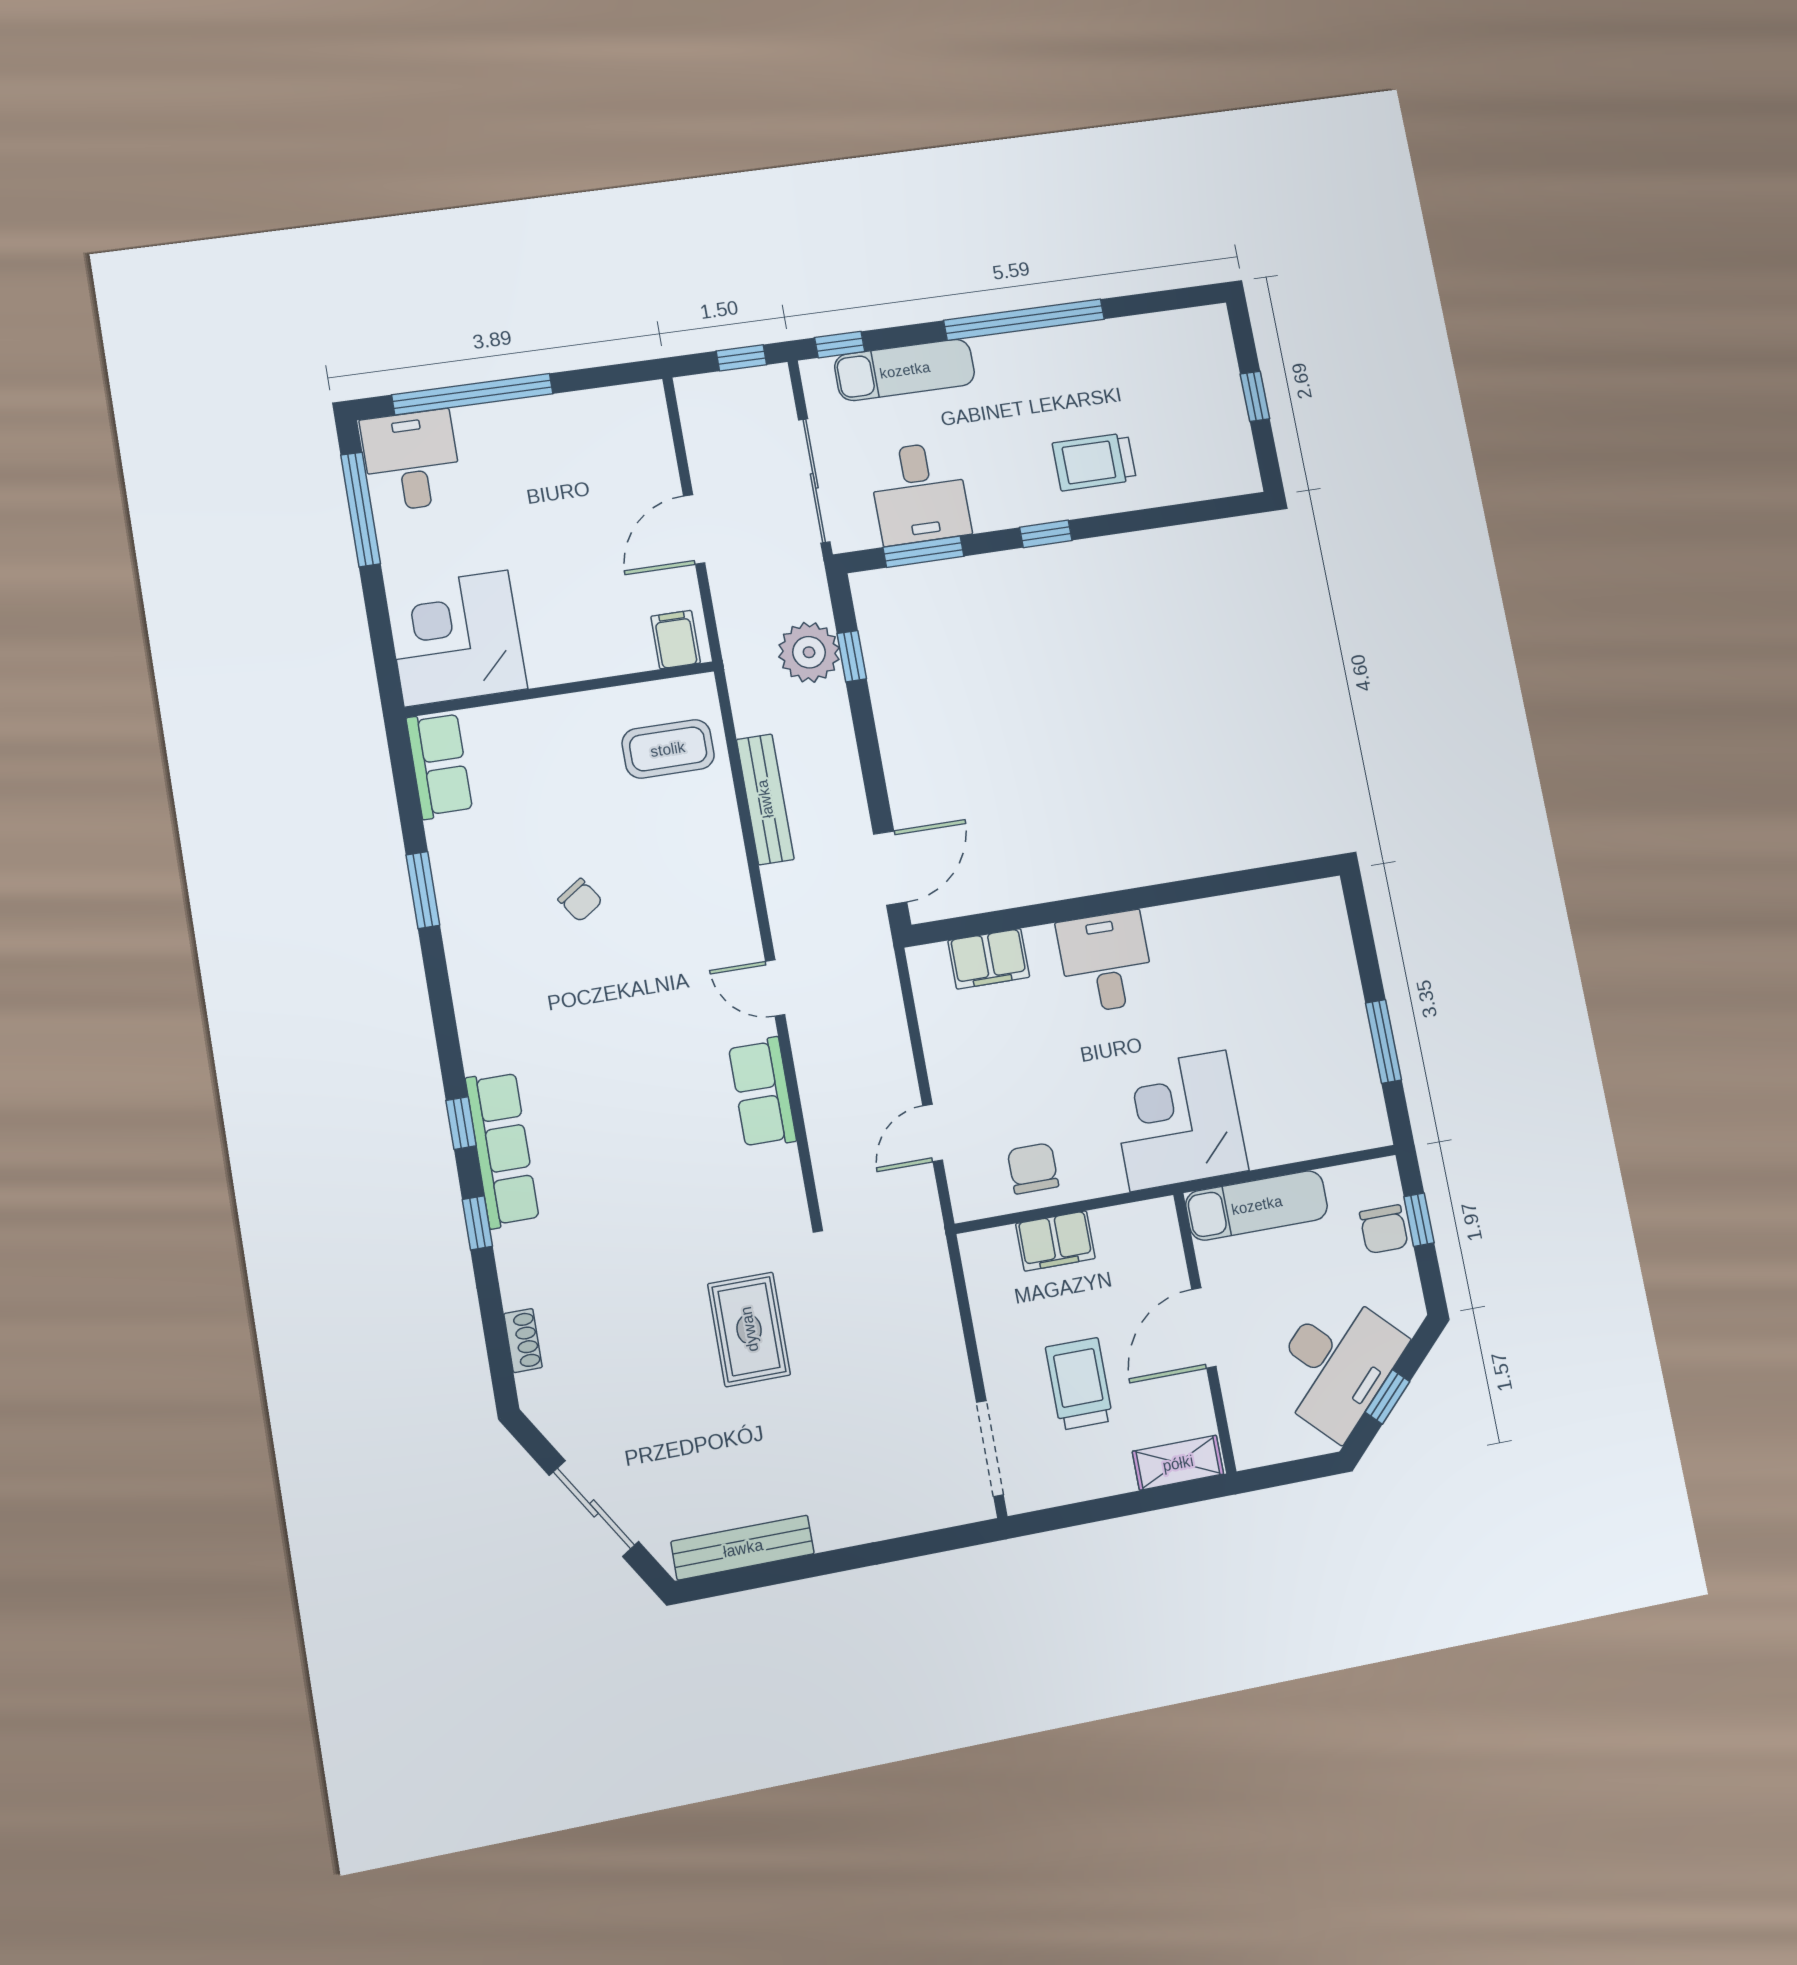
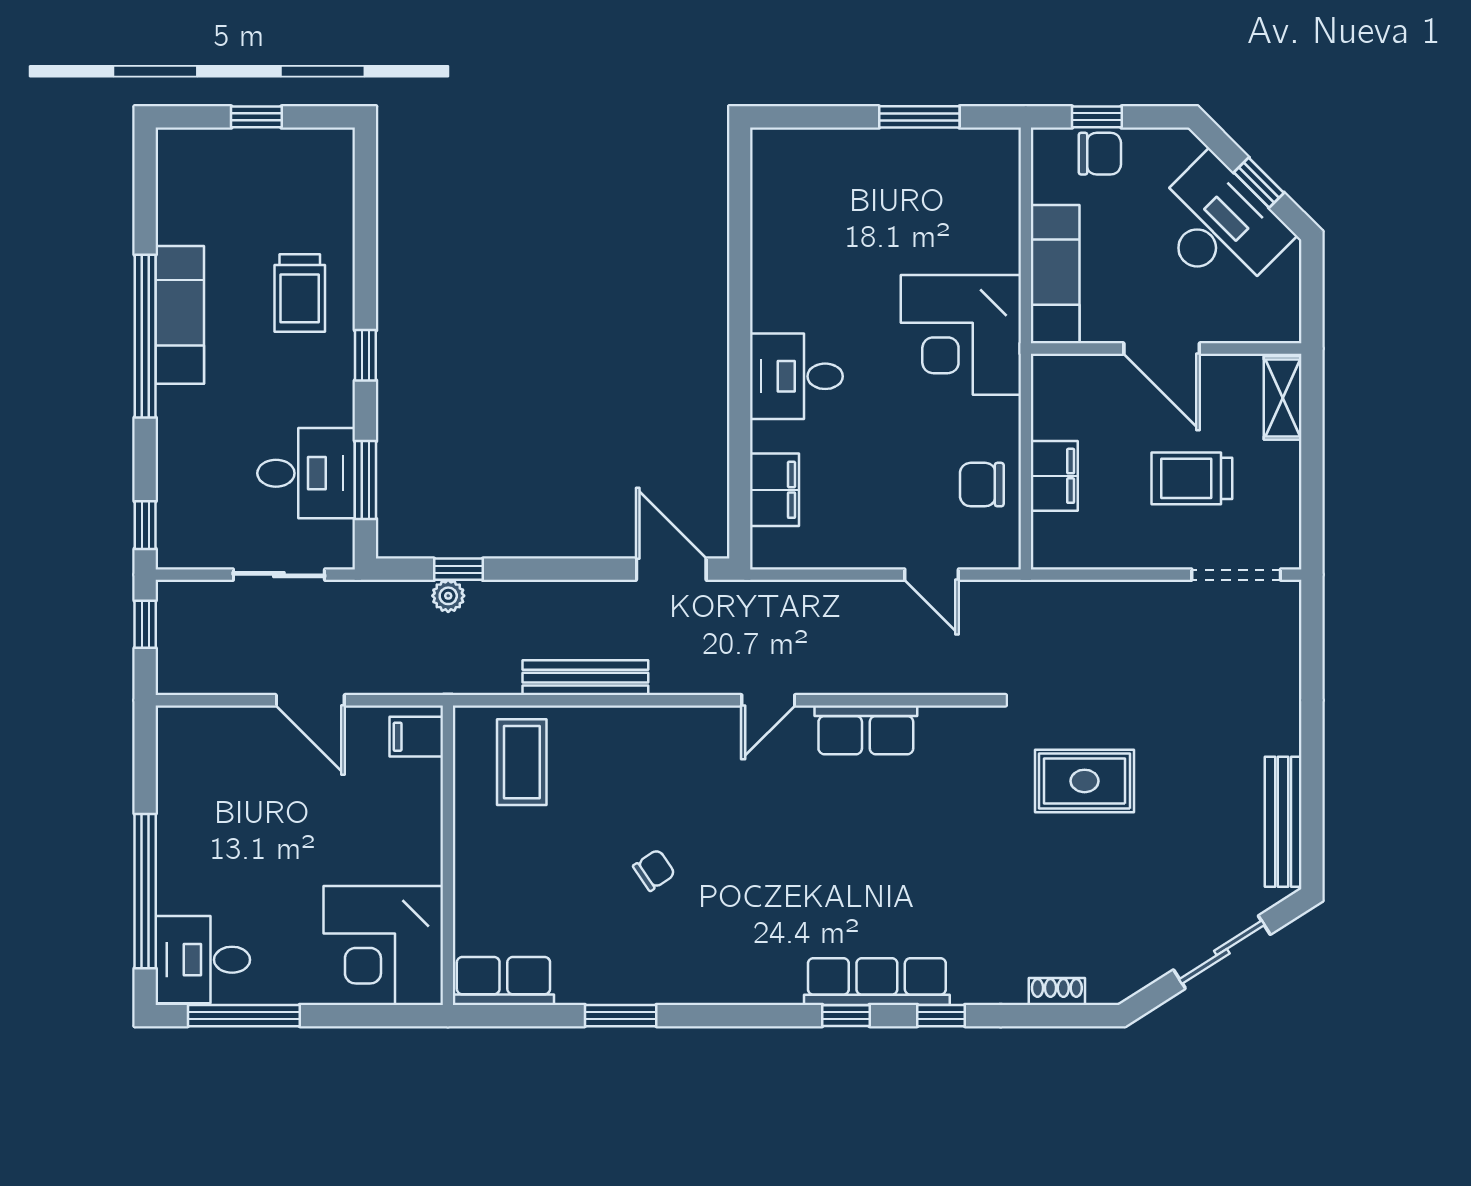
exam couch: (905, 370) -> (180, 315), moved
sliding door: (814, 481) -> (279, 575), width x0.73
plant: (809, 652) -> (448, 596), width x0.53, depth x0.53

